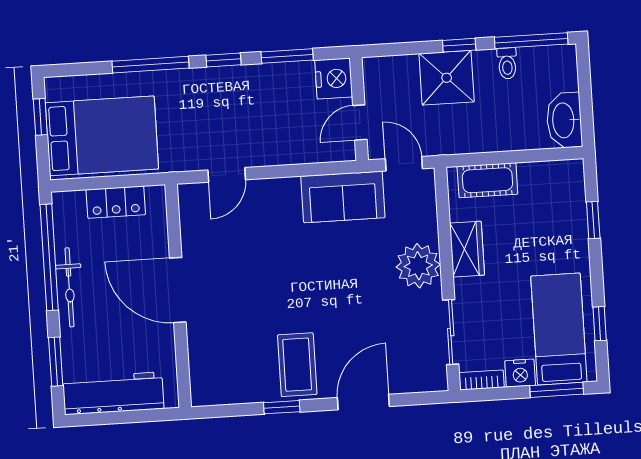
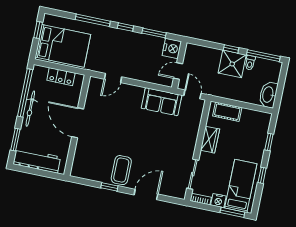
shower: (447, 78) -> (232, 64), moved
plant: (418, 266) -> (186, 141), removed
window: (600, 324) -> (262, 175), moved

